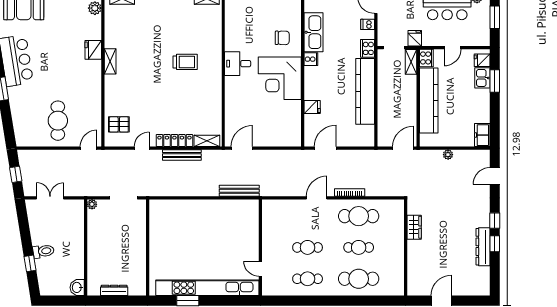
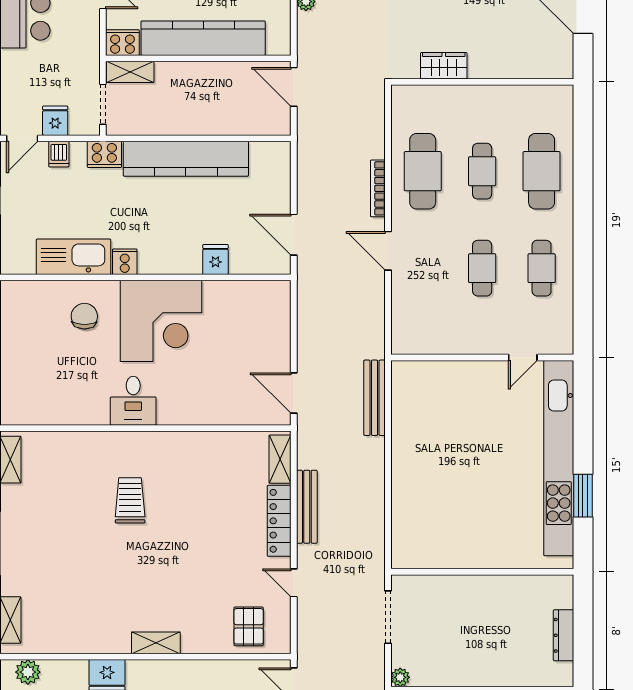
fridge: (415, 38) -> (55, 121), moved, turned 90
shelving: (110, 61) -> (156, 643), moved

